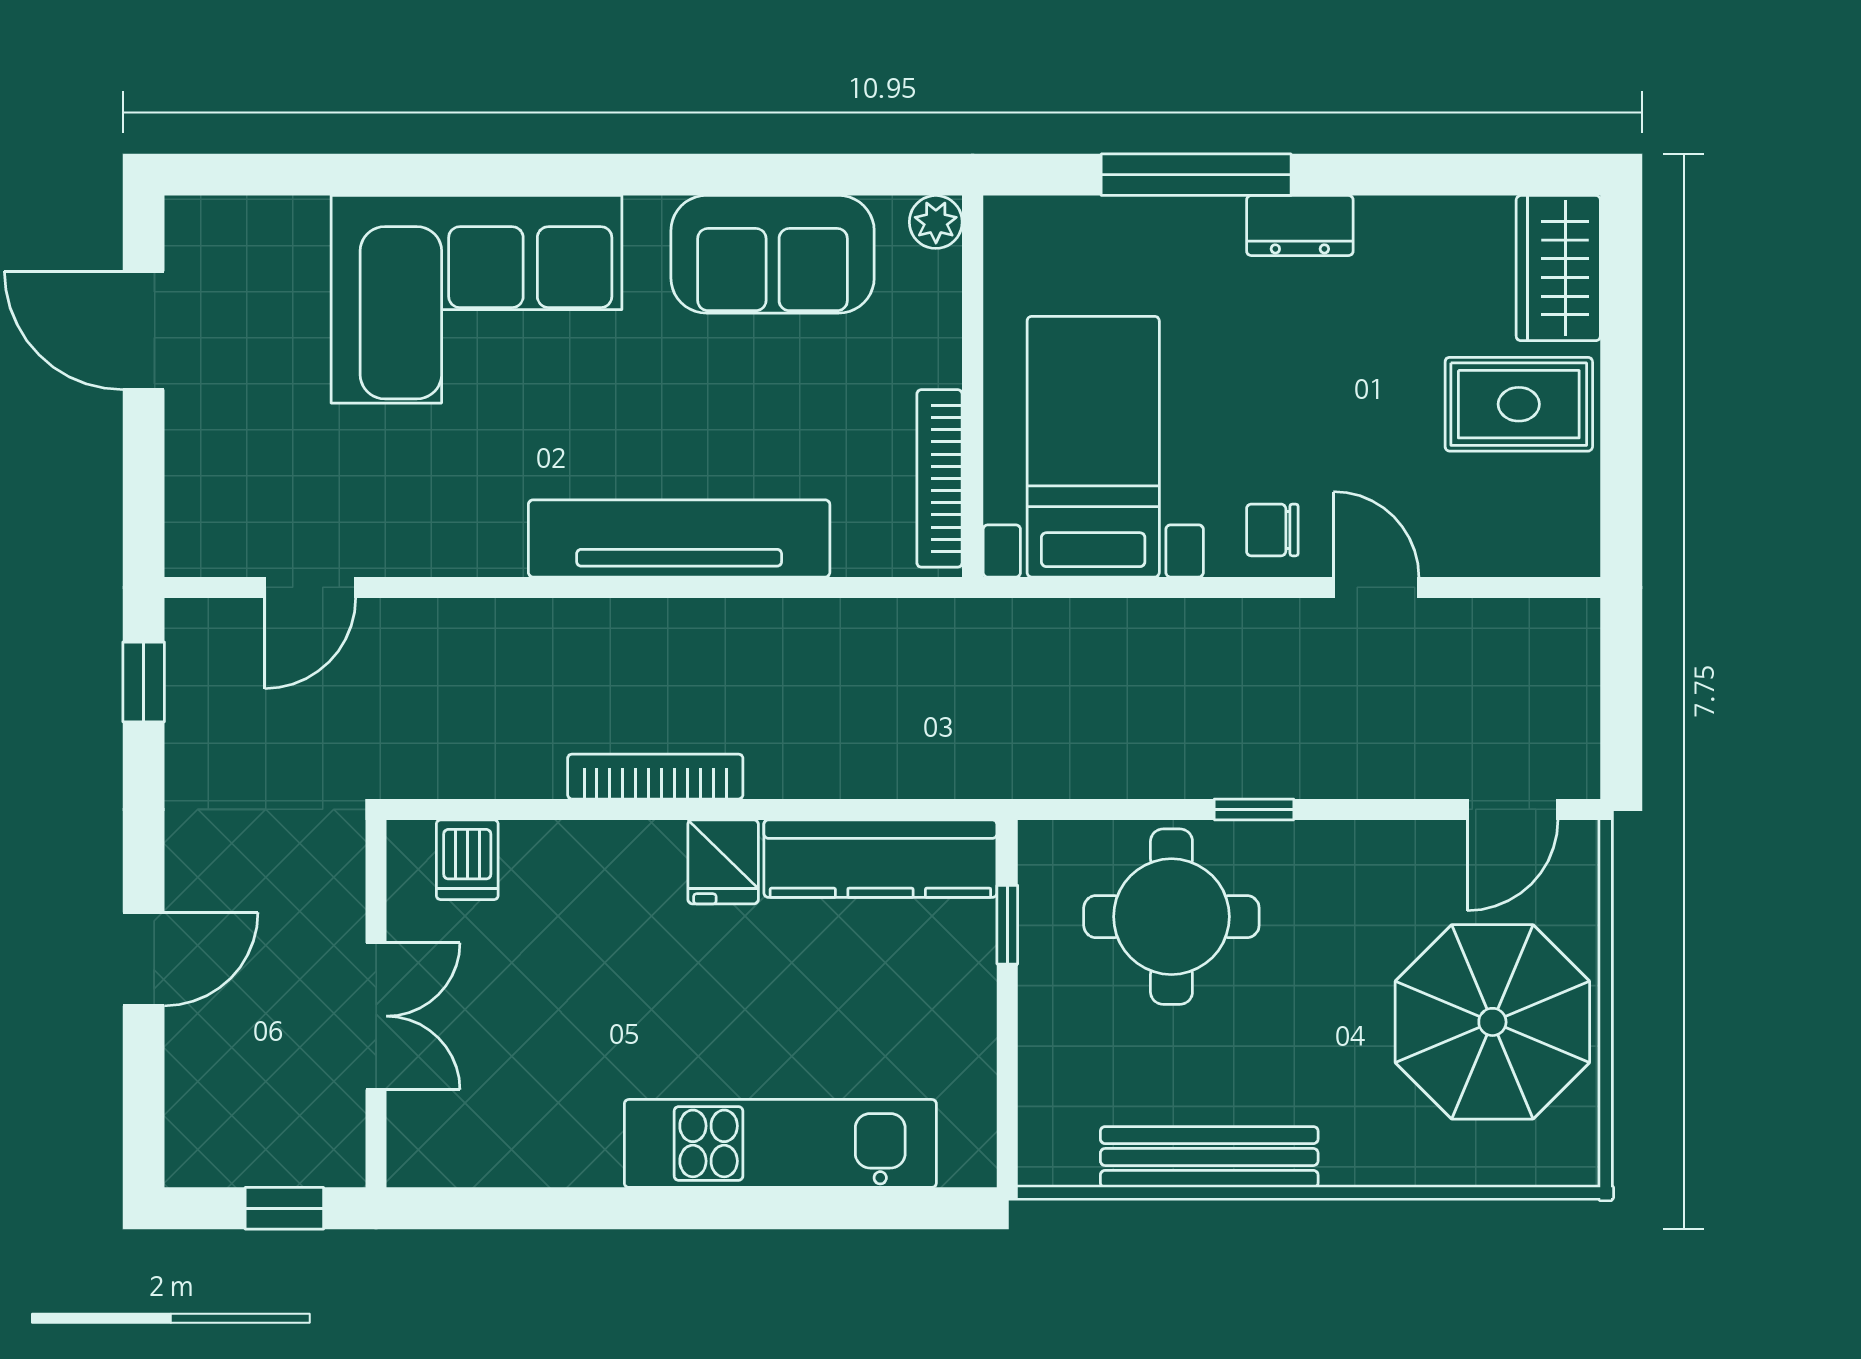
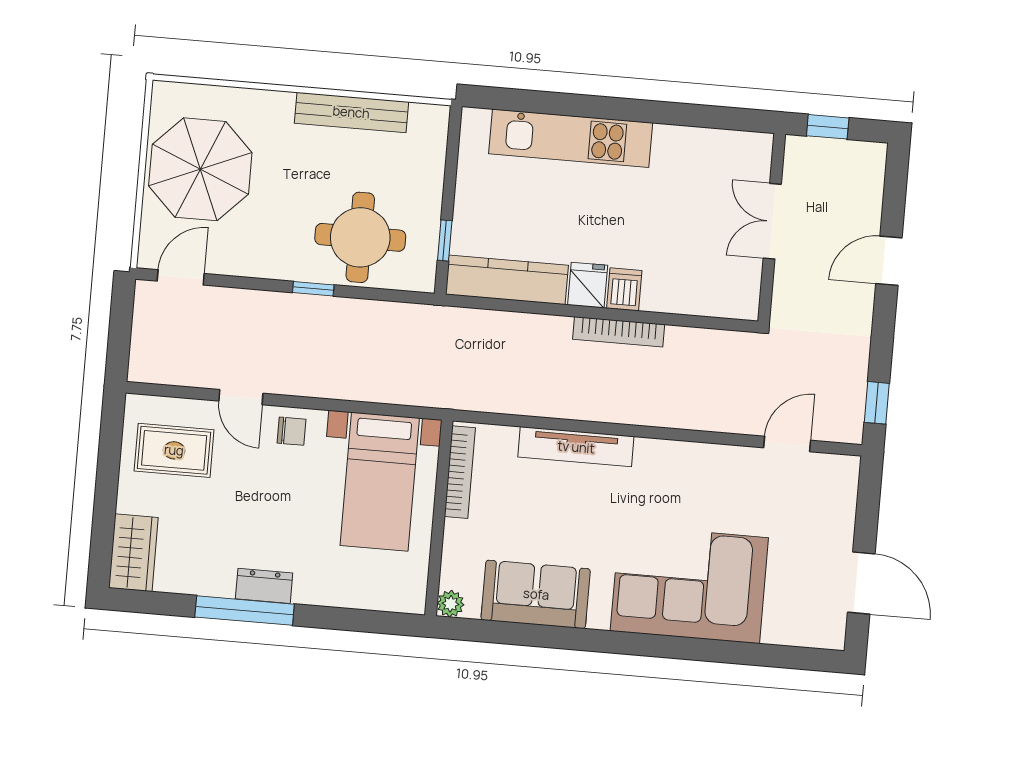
window: (1196, 175) -> (245, 611), moved
rug: (1519, 404) -> (174, 450), moved
tv unit: (679, 538) -> (576, 447), width x0.73, depth x0.78
dishwasher: (467, 860) -> (624, 289), moved

